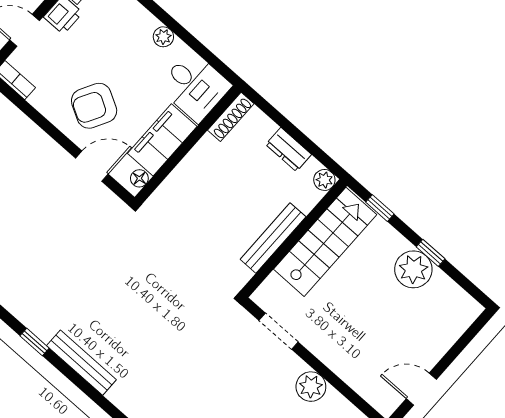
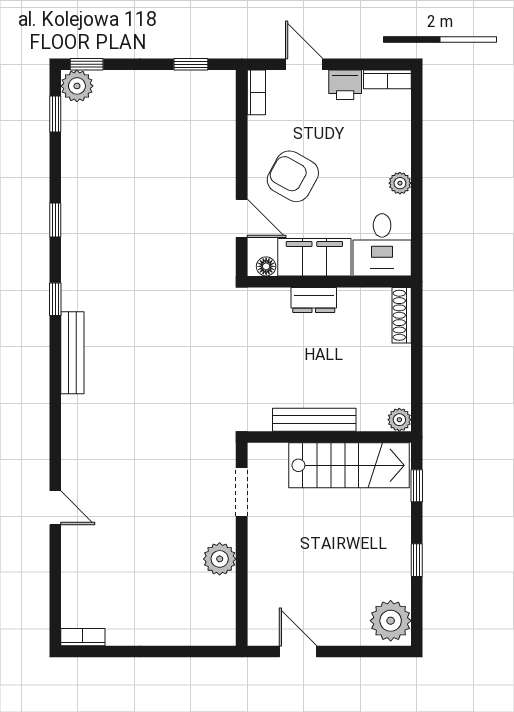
shoe rack: (231, 117) -> (402, 315), moved, turned 90
dresser: (289, 150) -> (314, 300), moved, turned -90
plant: (413, 269) -> (391, 621), moved

